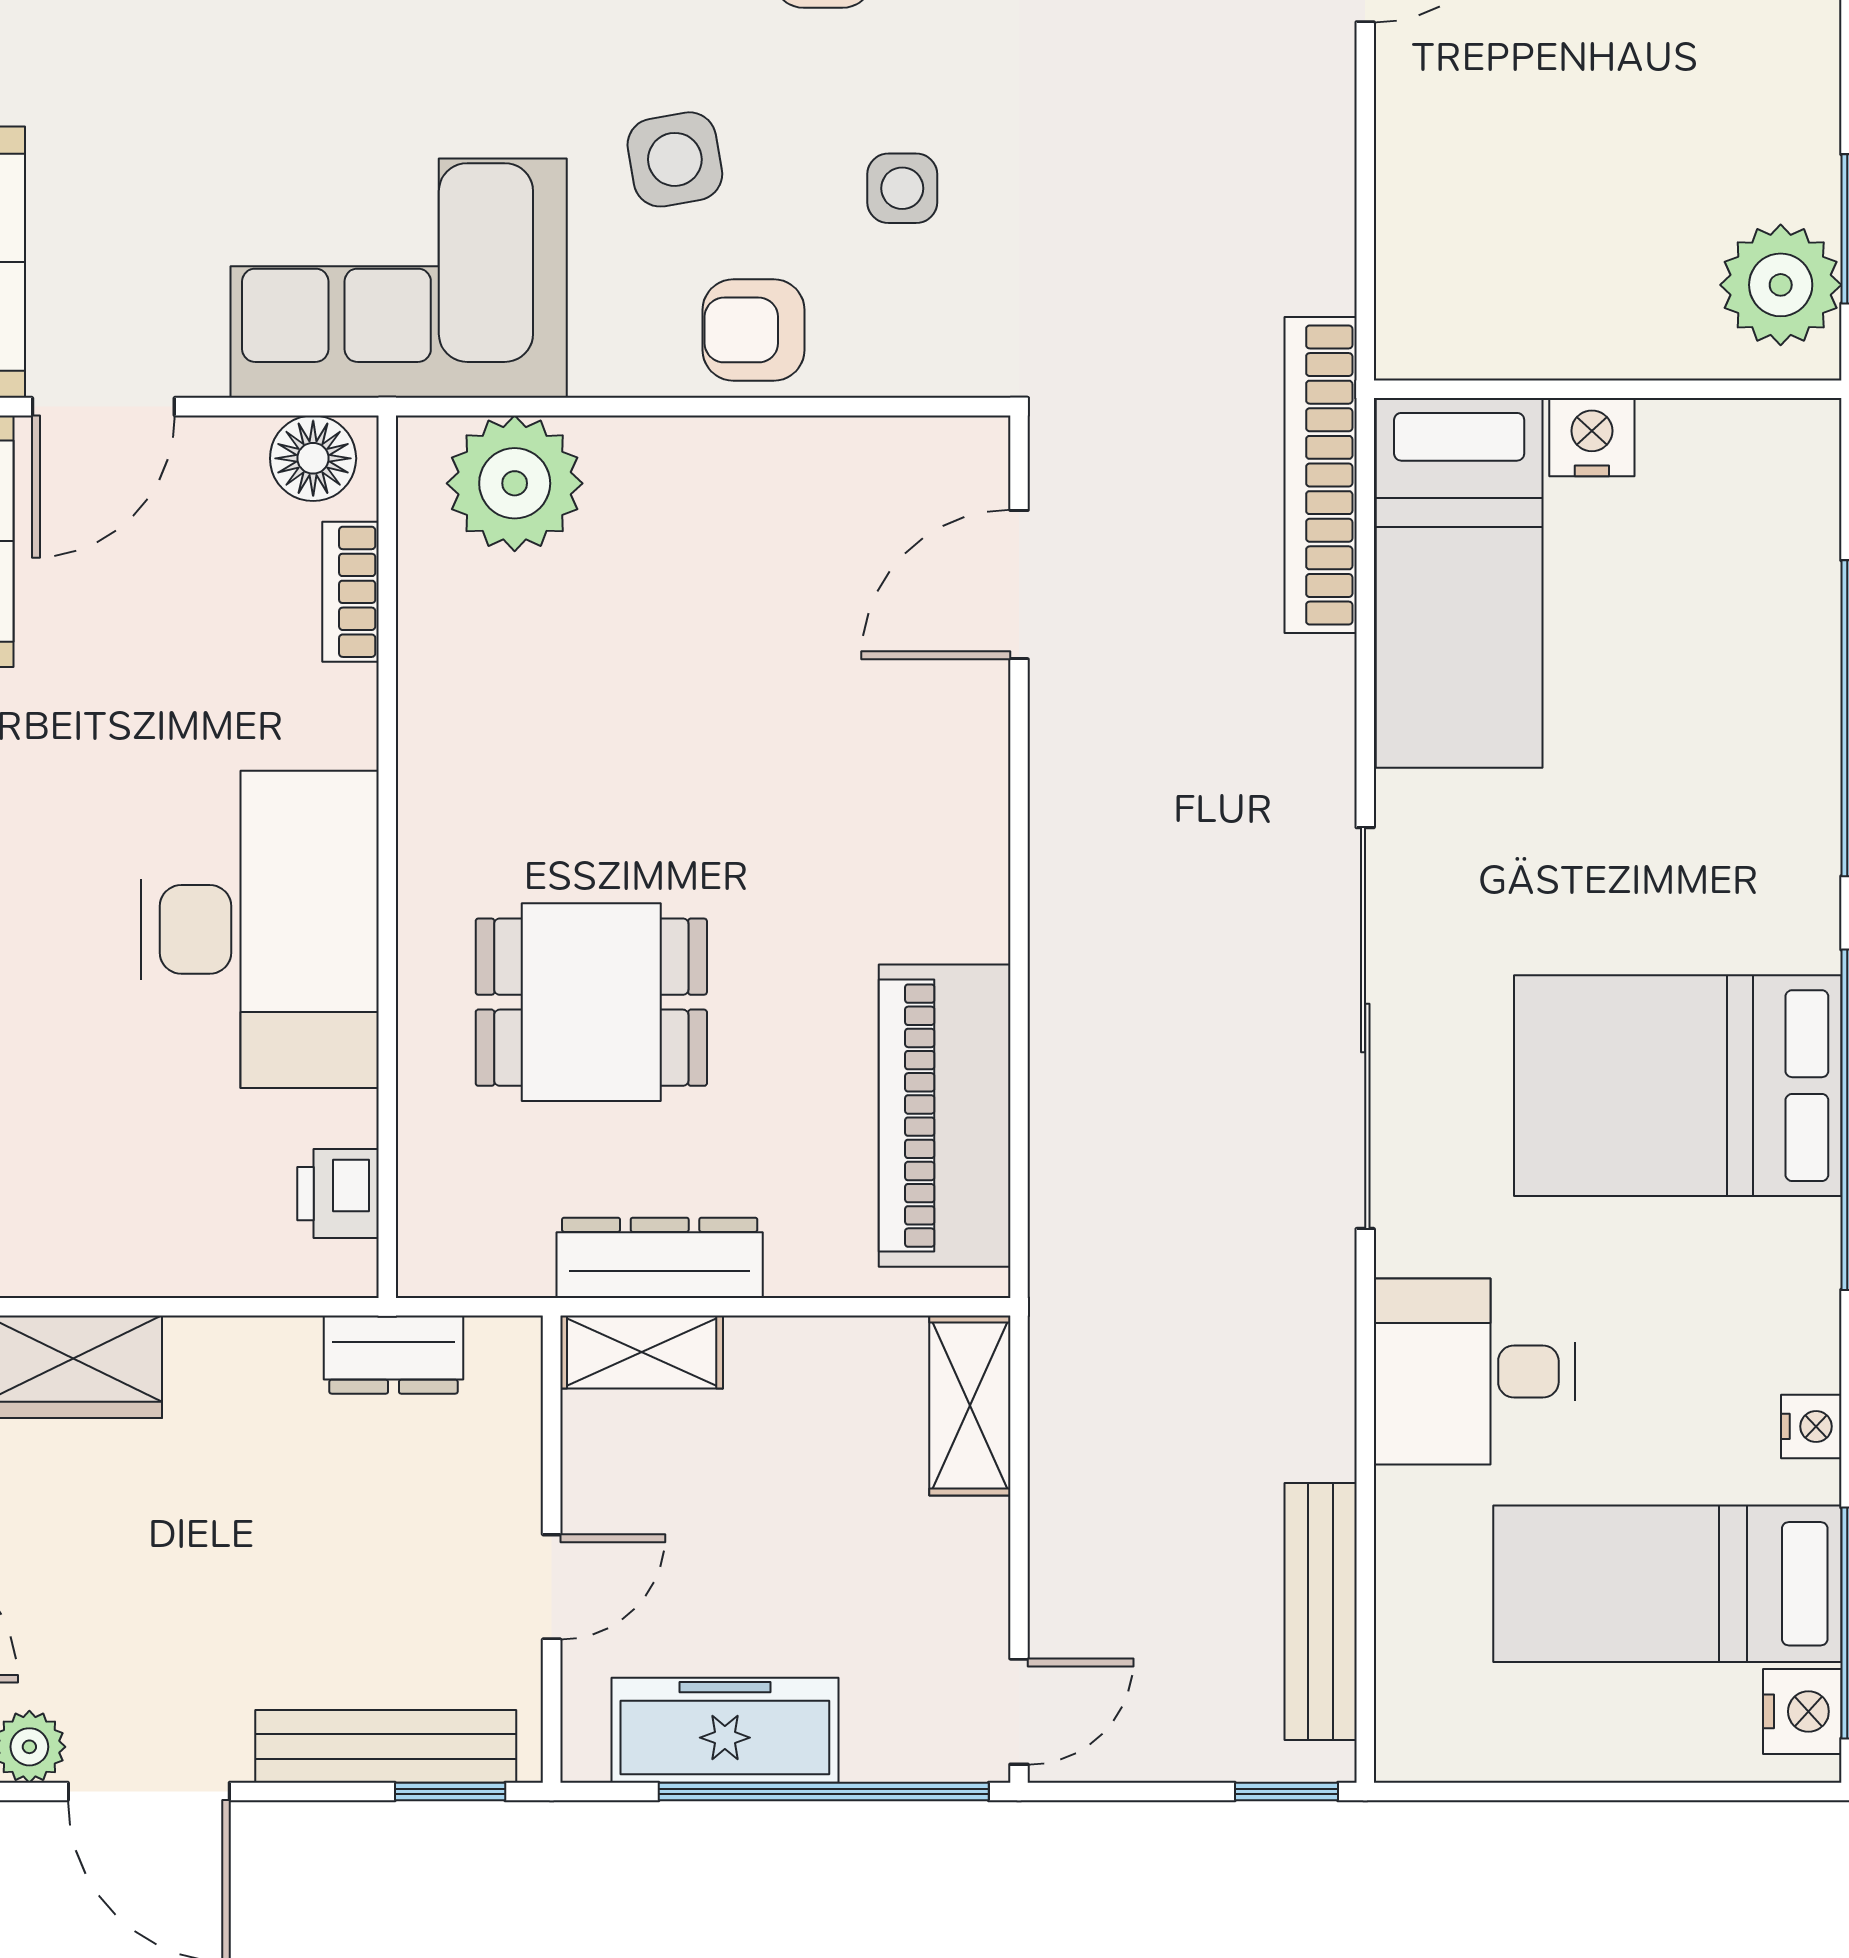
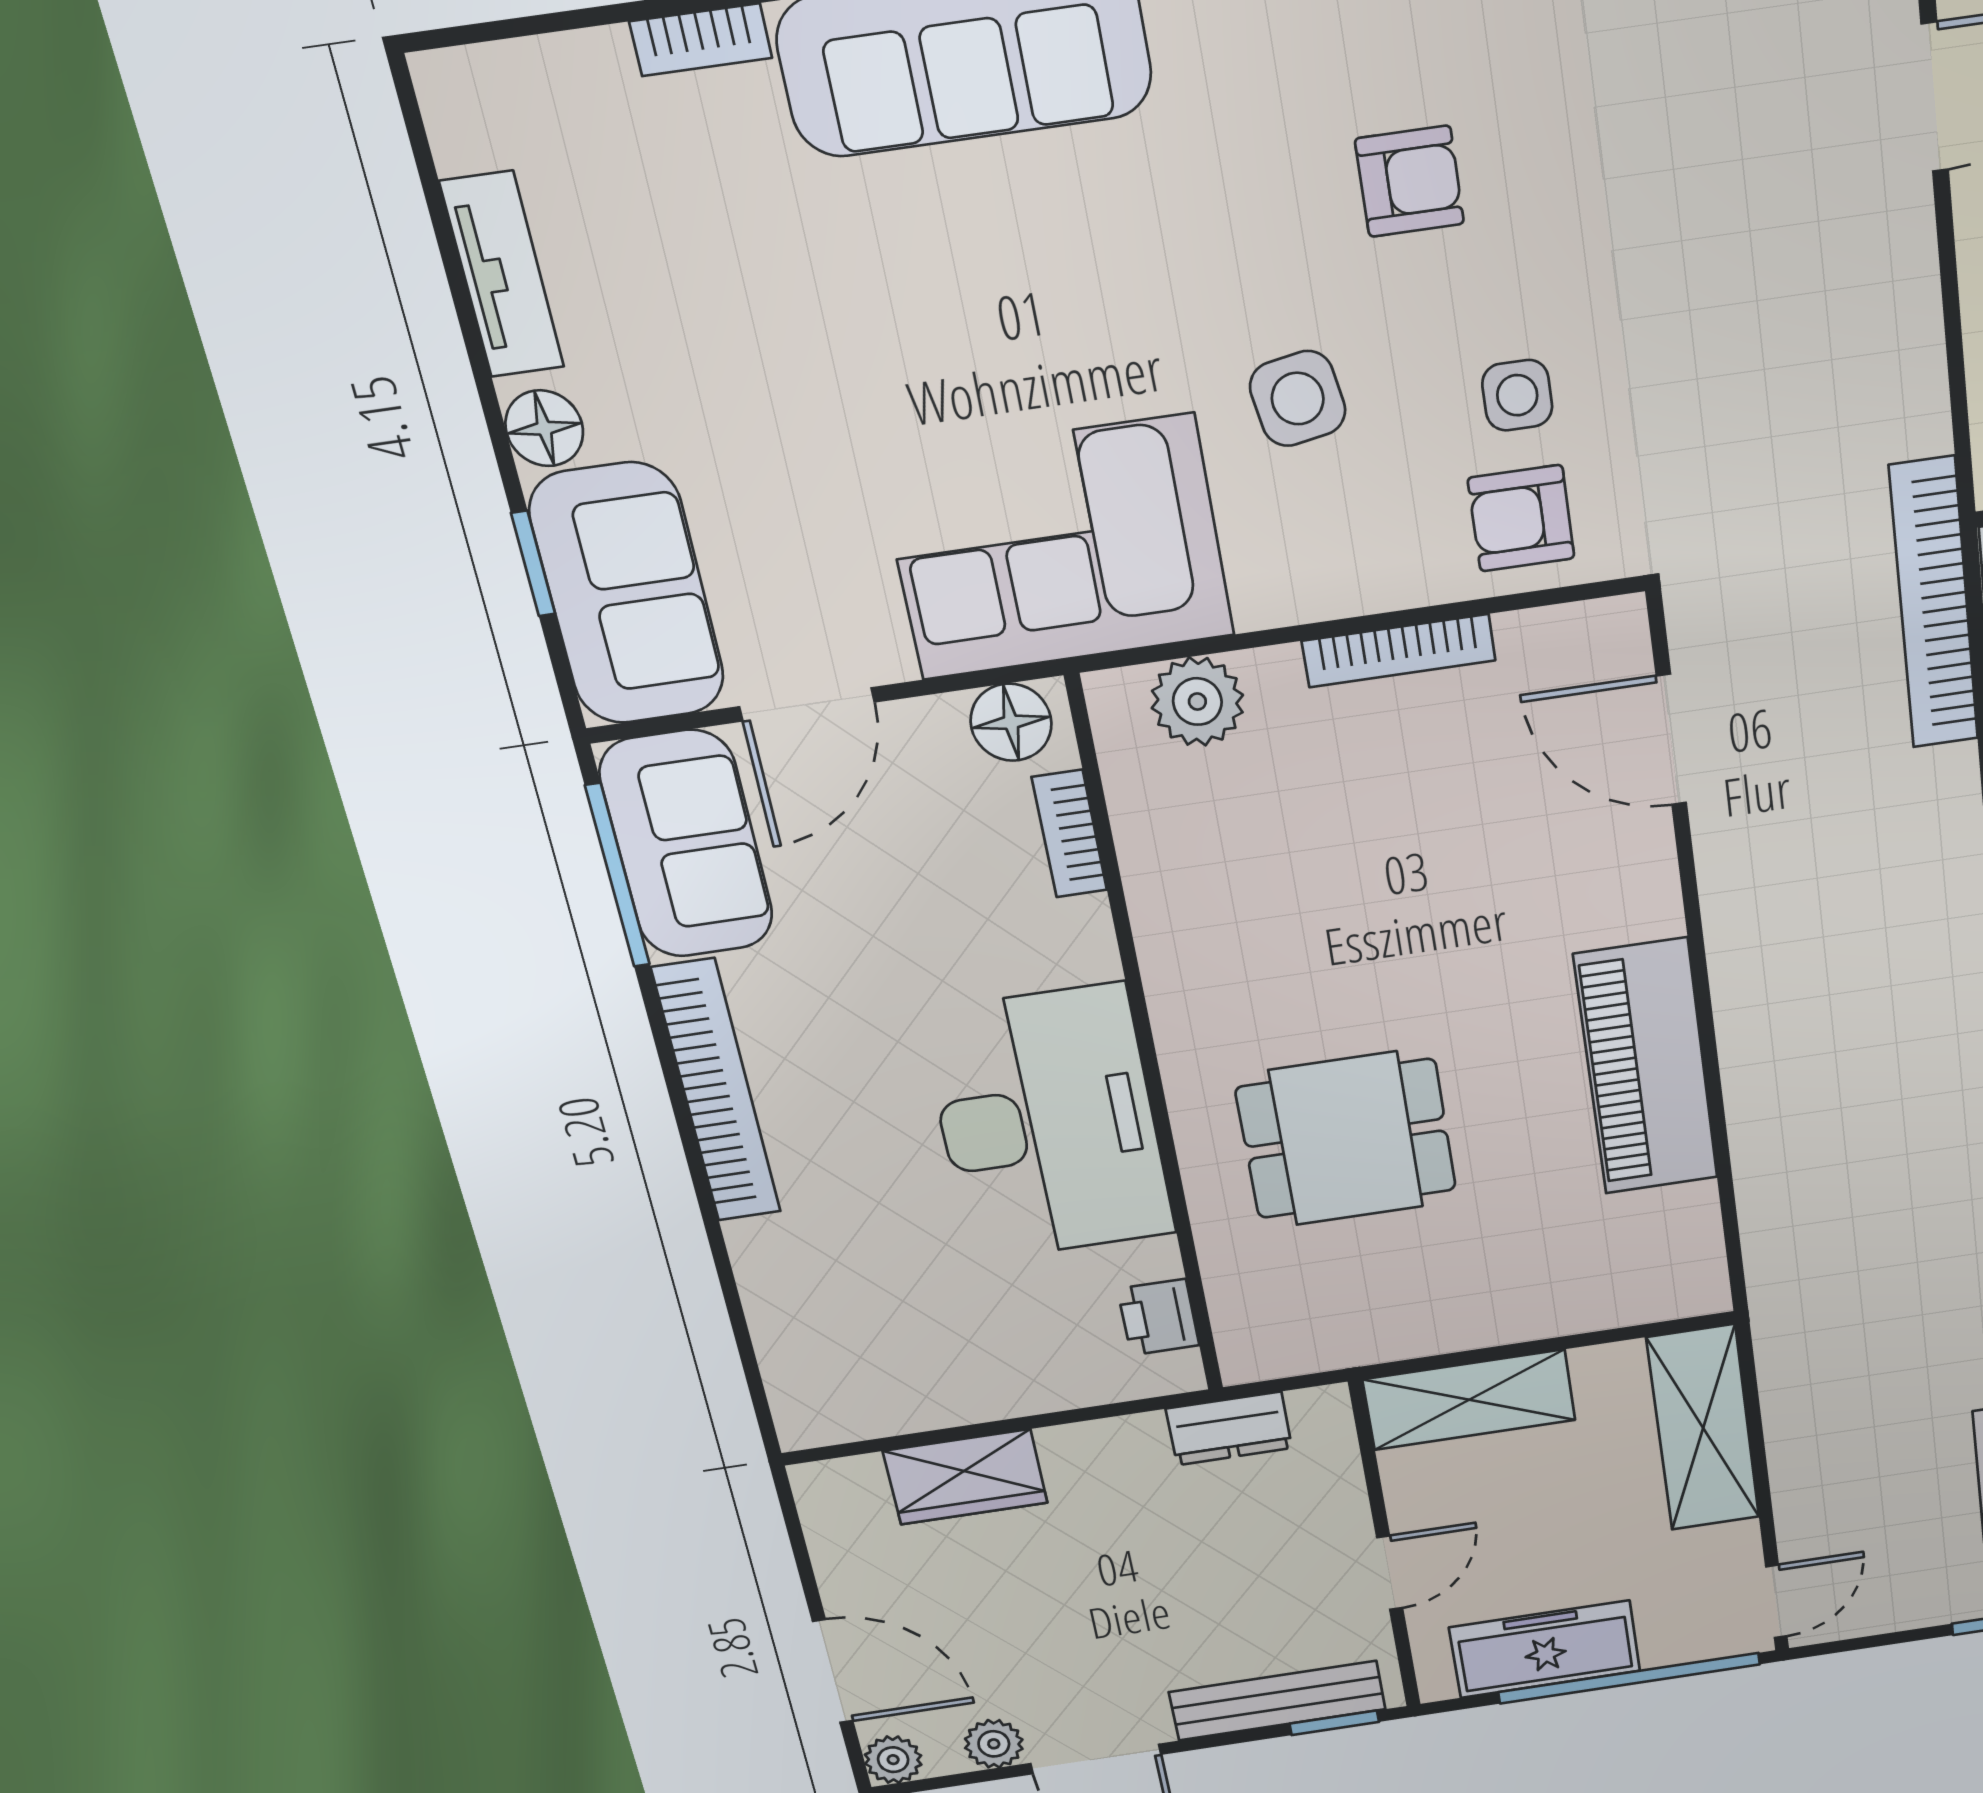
armchair: (754, 330) -> (1521, 518), moved
bookcase: (738, 441) -> (1399, 651), added
plant: (515, 483) -> (1197, 702), width x0.73, depth x0.73
door: (1019, 585) -> (1671, 740), hinge flipped
piano: (945, 1116) -> (1646, 1067), moved
dresser: (660, 1258) -> (1438, 1325), removed
shelving: (642, 1352) -> (1469, 1400), width x1.50, depth x1.33
shelving: (970, 1405) -> (1703, 1428), width x1.50, depth x1.33

